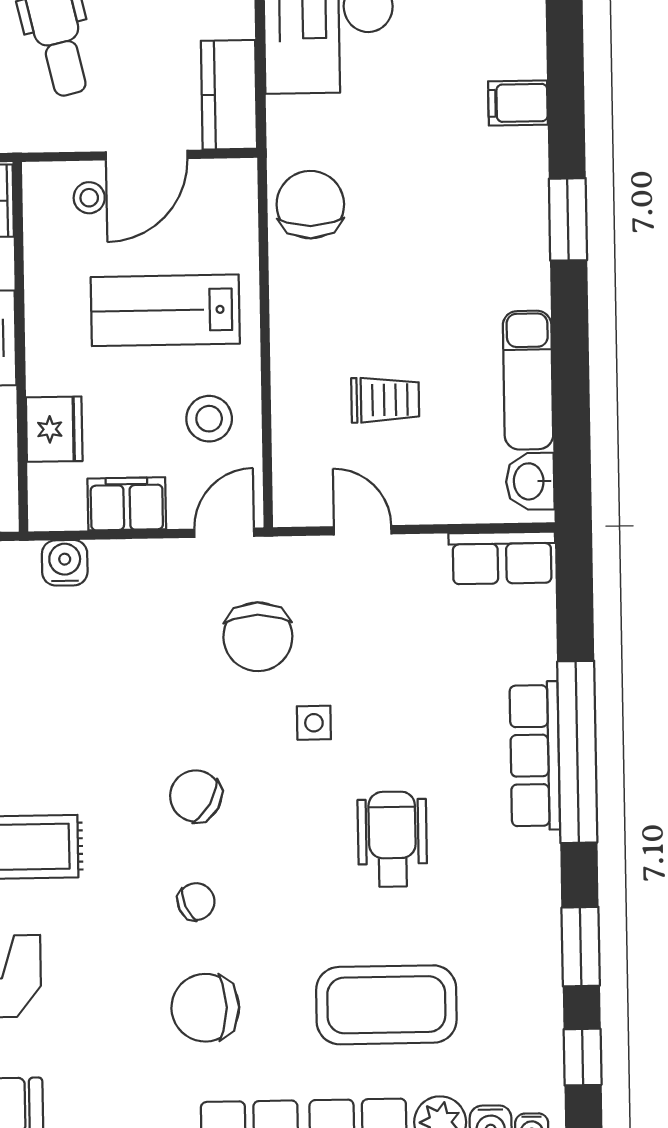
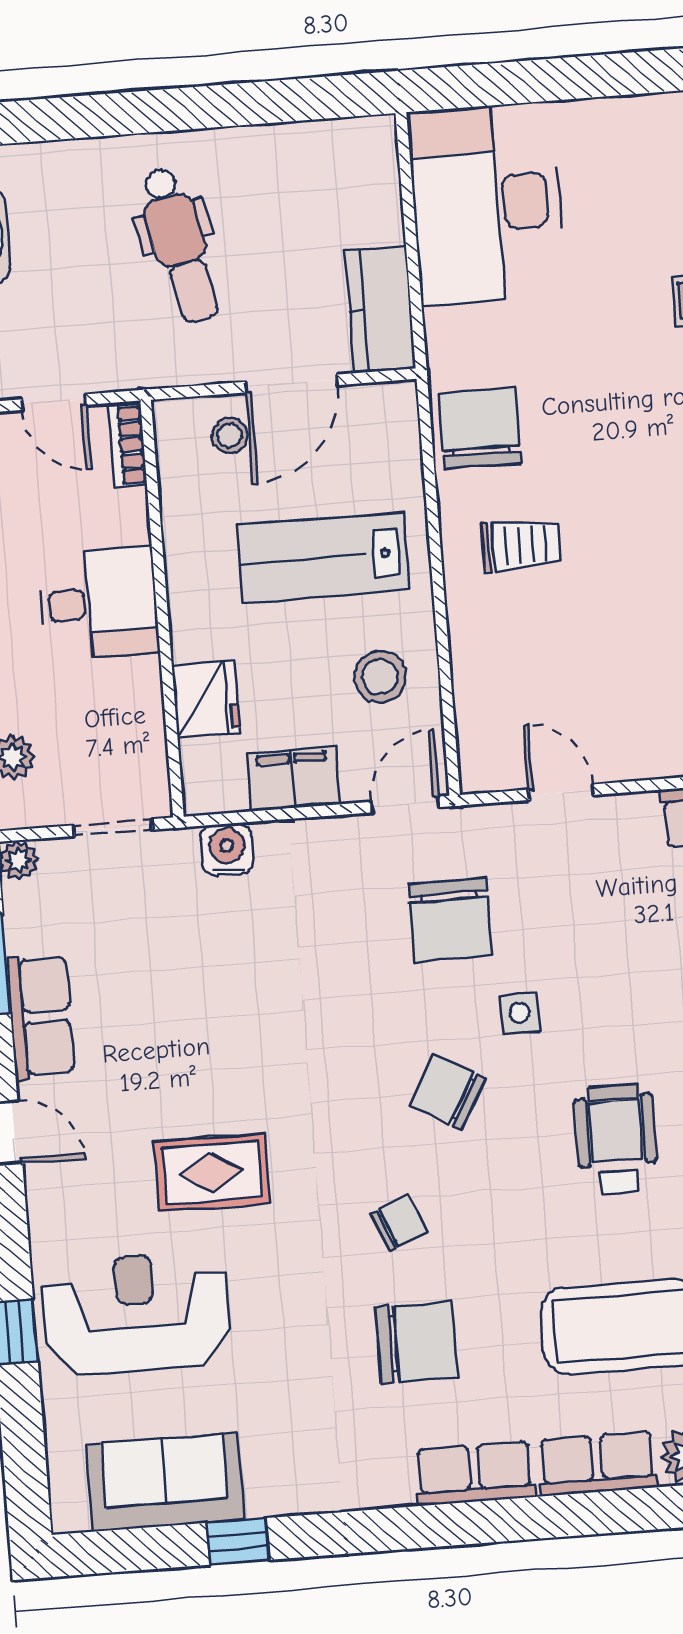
trolley: (385, 400) -> (521, 545), moved
chair: (196, 796) -> (447, 1092), moved
chair: (205, 1008) -> (417, 1342), turned 180

